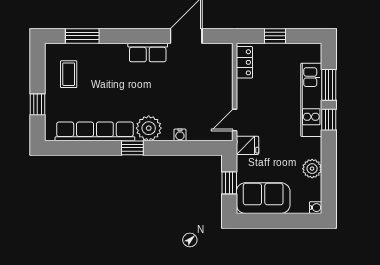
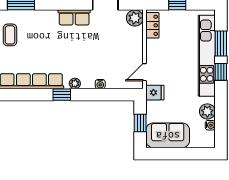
plant: (223, 53) -> (135, 18), added
kitchen unit: (311, 100) -> (207, 56), width x1.36
plant: (149, 128) -> (75, 83), width x0.53, depth x0.53
water cooler: (316, 208) -> (210, 125), moved

